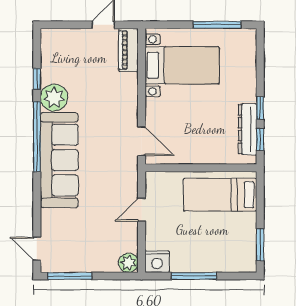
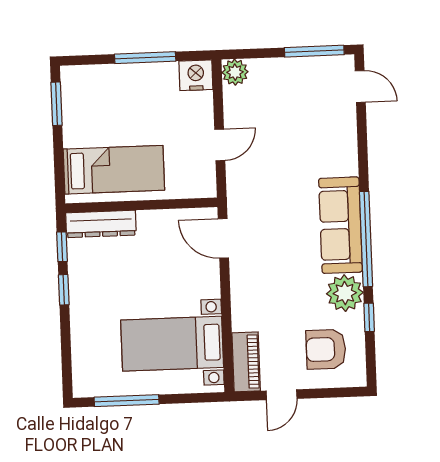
armchair: (70, 57) -> (326, 349), added
dresser: (248, 129) -> (101, 224), moved, turned 90
sofa: (59, 160) -> (341, 225), width x0.74, depth x0.79

